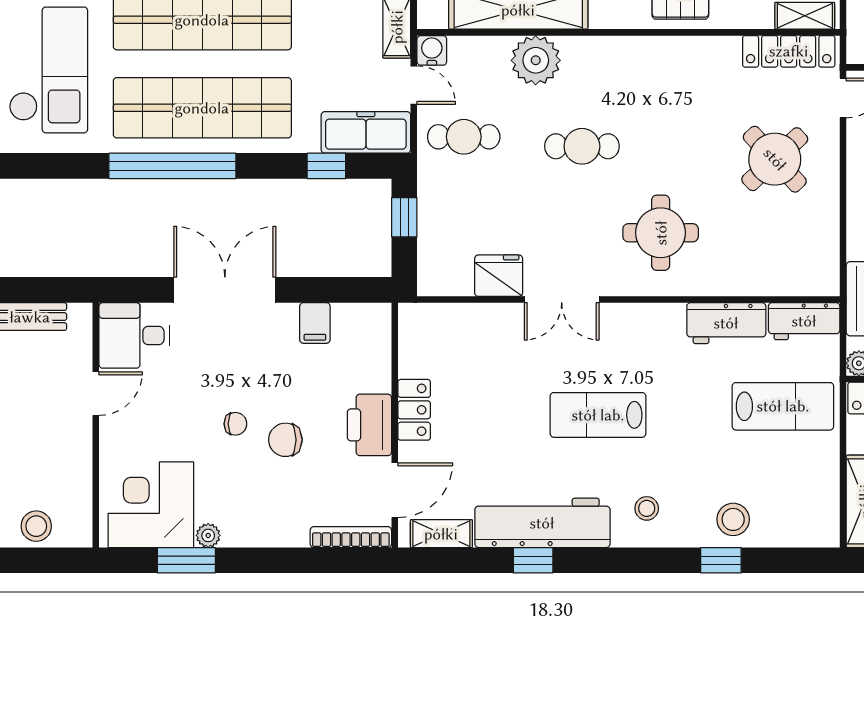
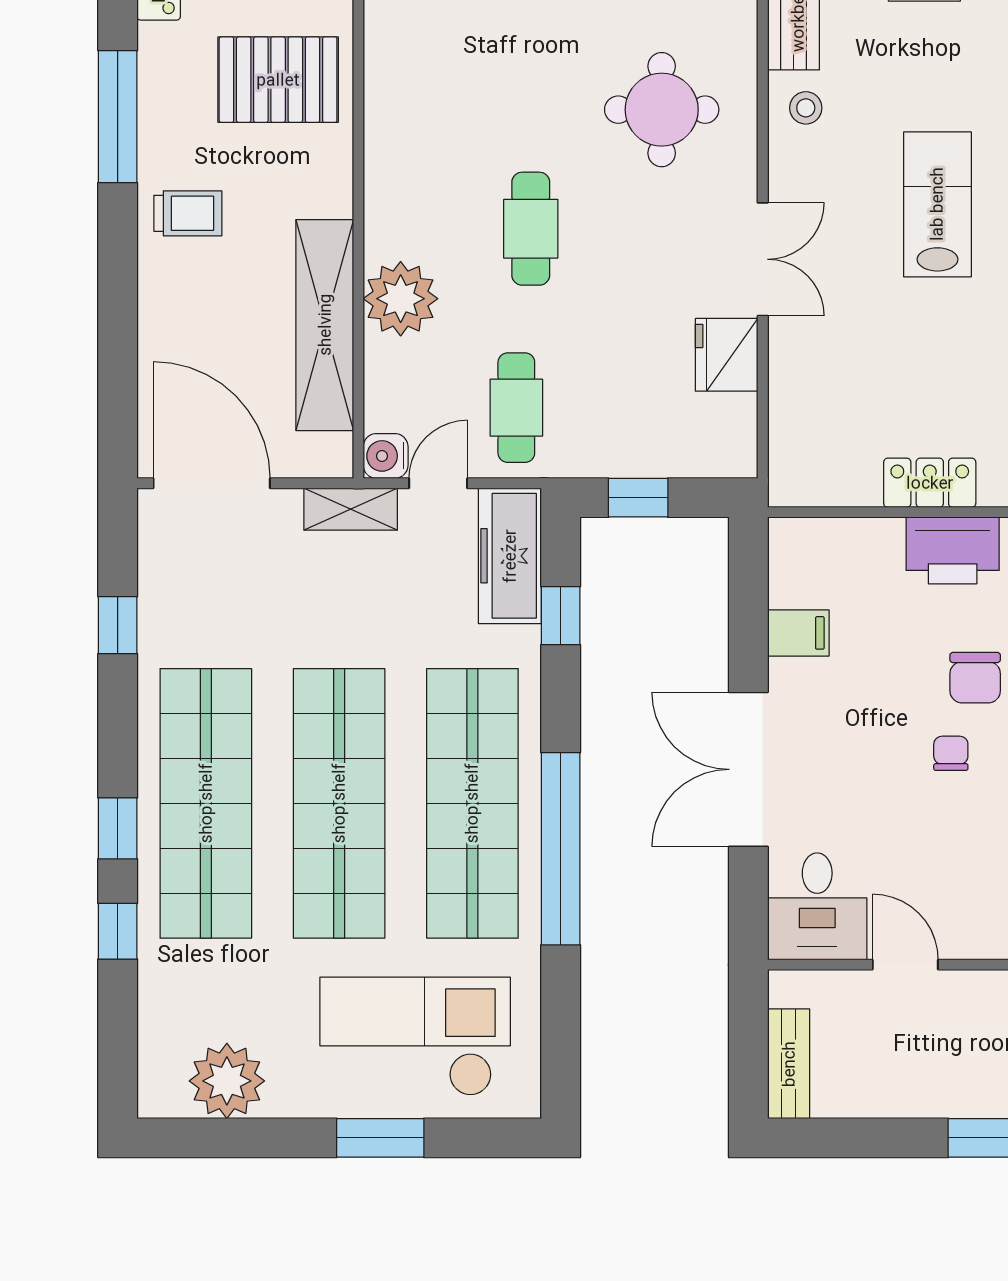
stool: (662, 328) -> (806, 108), added
lab bench: (598, 415) -> (937, 204), turned 180

